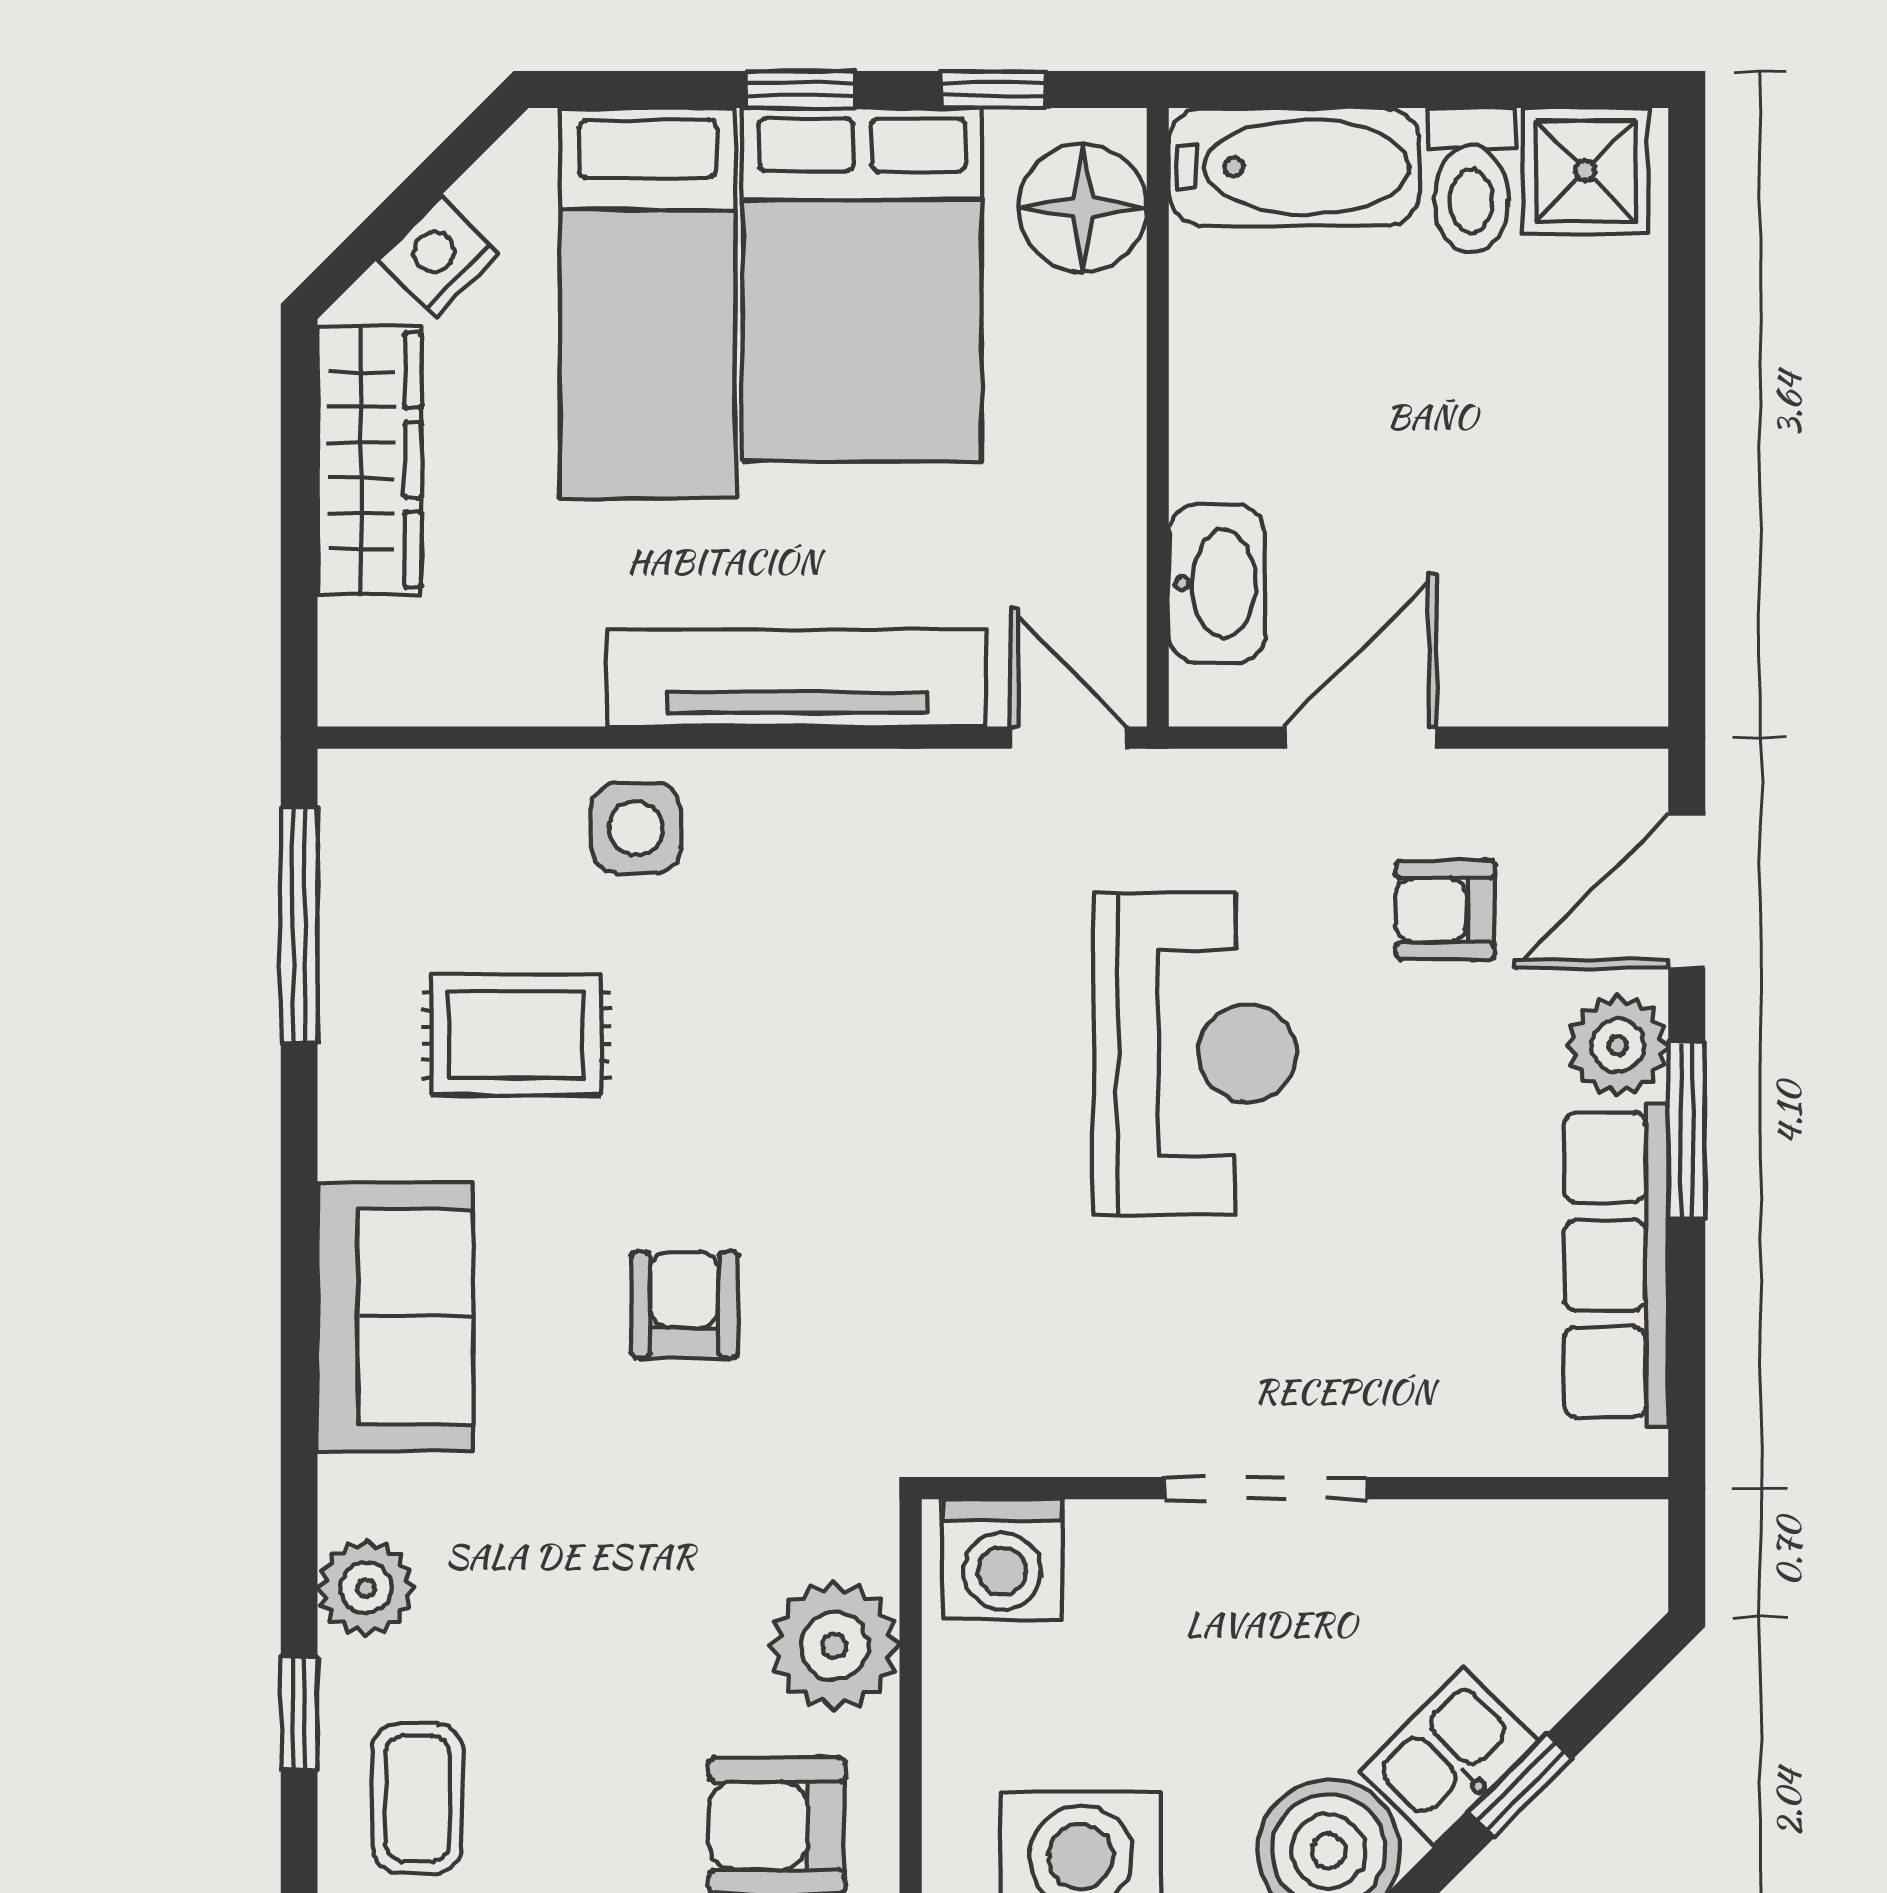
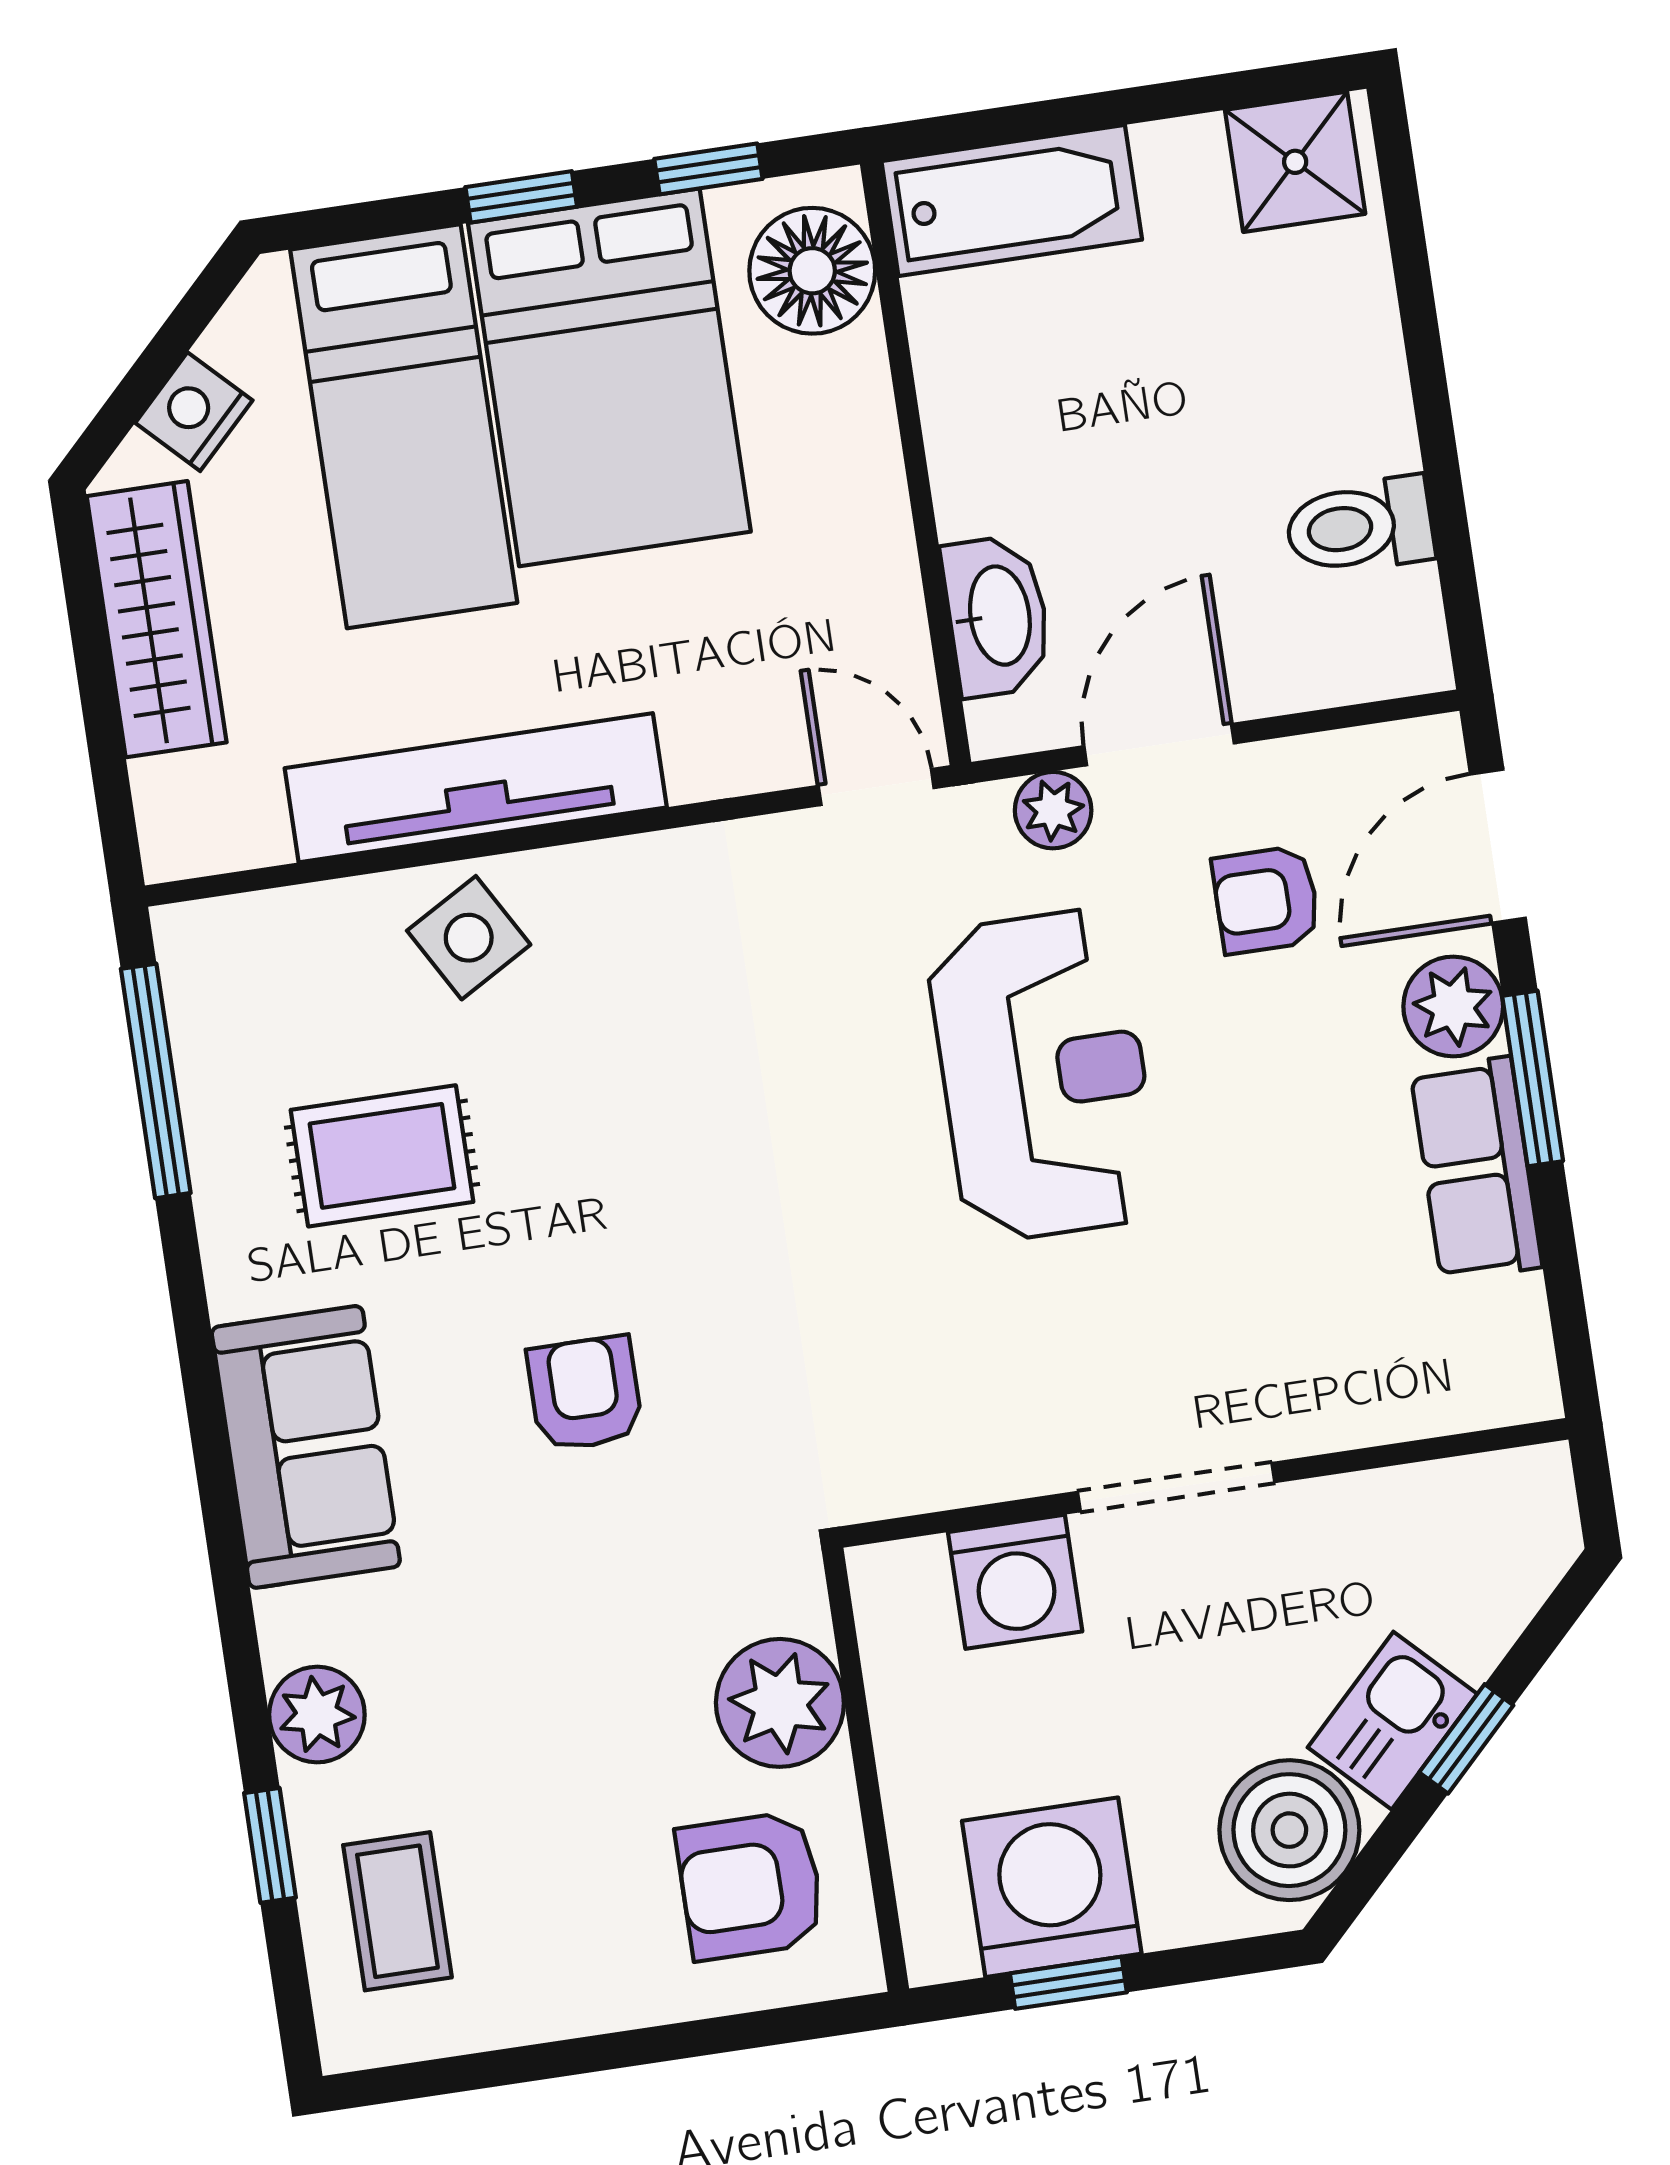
toilet: (1471, 181) -> (1360, 526), moved, turned 90
tv unit: (796, 678) -> (476, 788), moved
plant: (1244, 788) -> (1053, 810), added
side table: (636, 828) -> (469, 938), turned -30
row of seats: (1616, 1265) -> (1476, 1169), width x0.68
washing machine: (1002, 1559) -> (1015, 1582), moved

